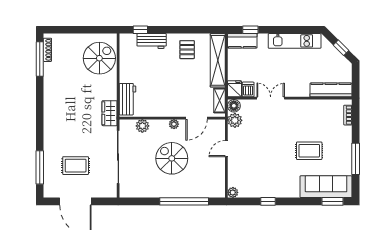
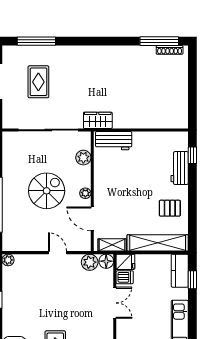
spiral stairs: (99, 58) -> (160, 109), removed

